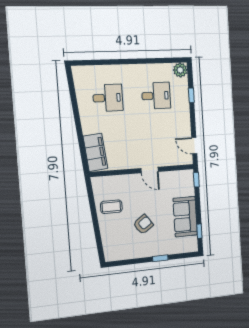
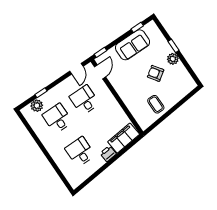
plant: (180, 70) -> (37, 106), moved
printer: (88, 126) -> (108, 154), added
desk: (159, 135) -> (84, 100), added
door: (150, 170) -> (100, 72), moved
plant: (148, 250) -> (173, 59), added

